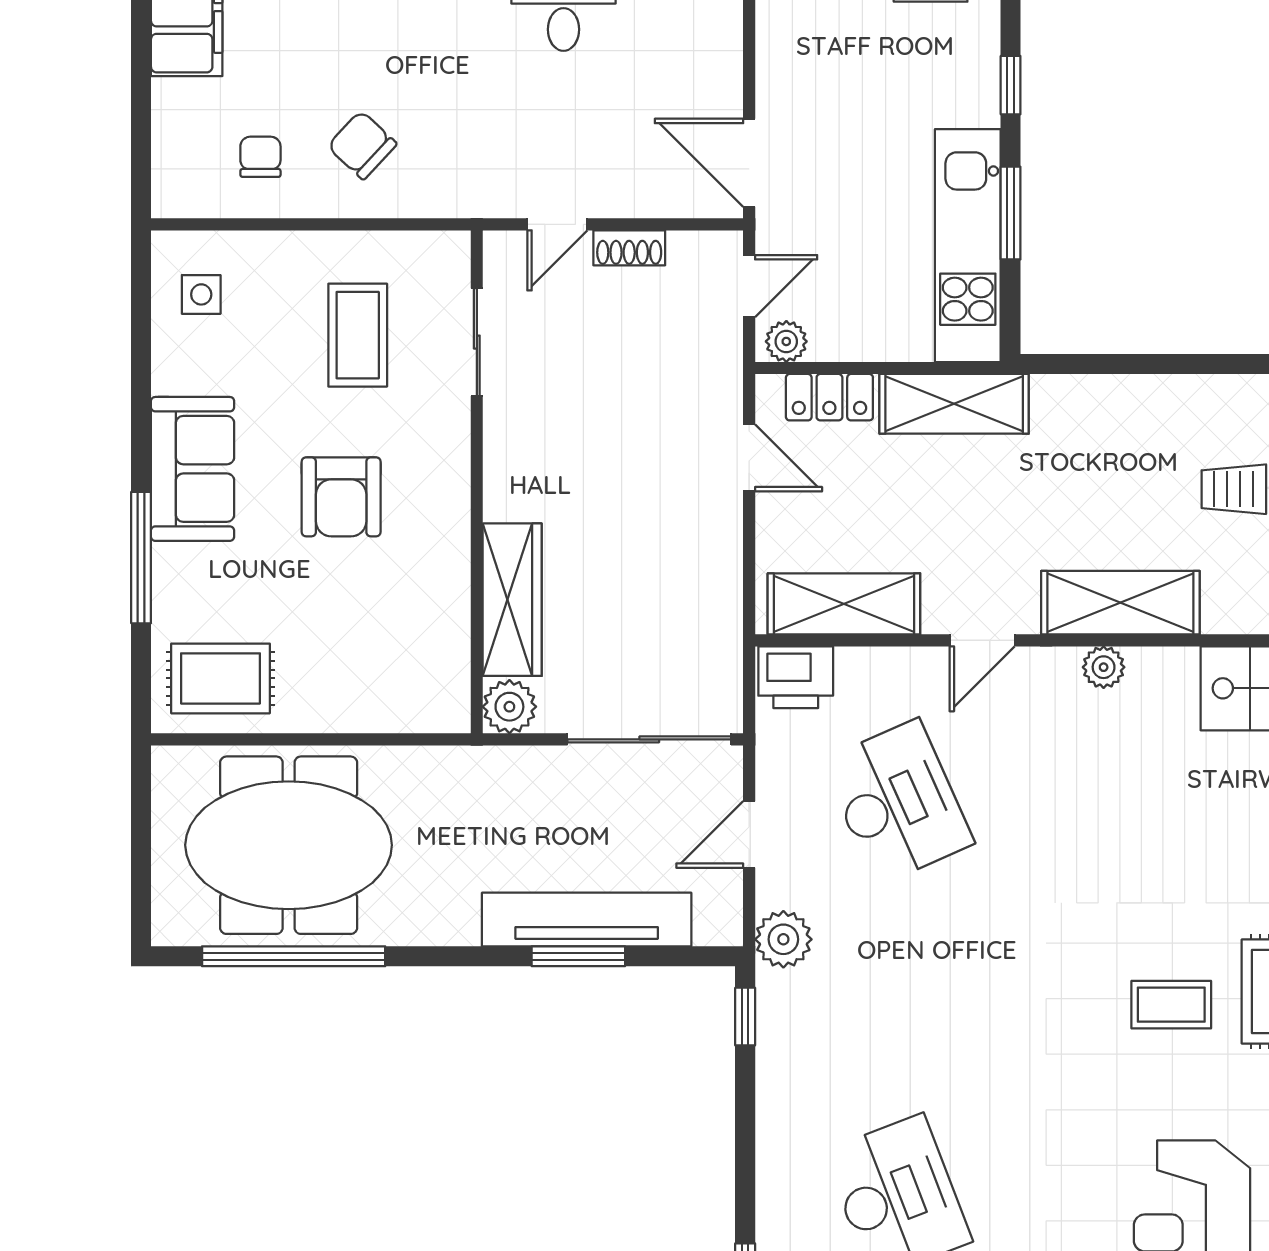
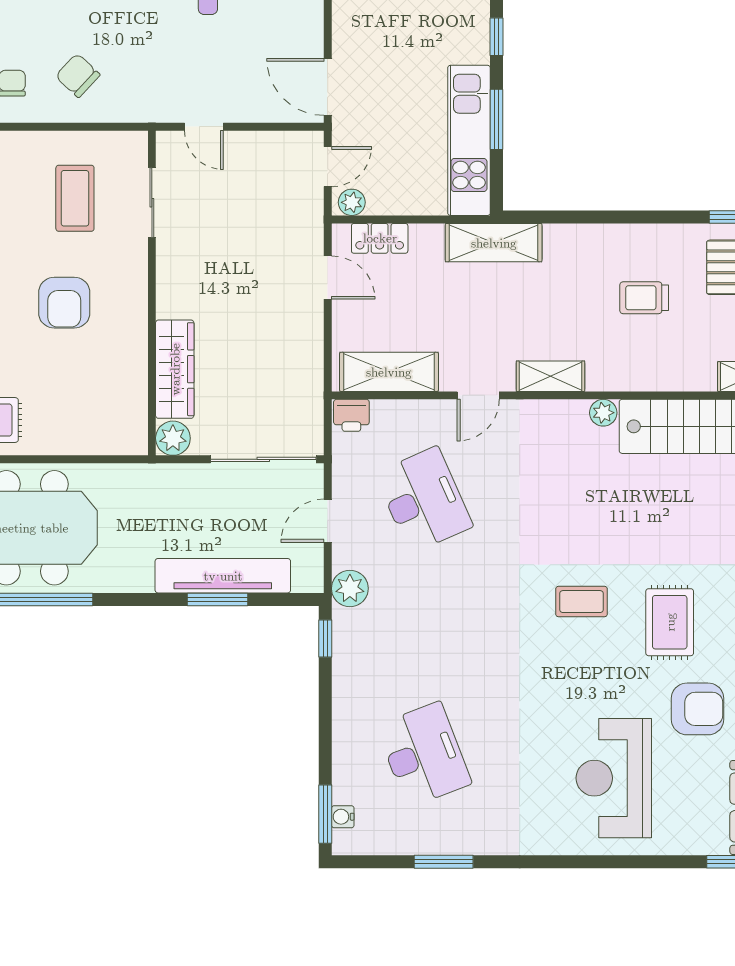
door: (557, 224) -> (204, 127), hinge flipped
shoe rack: (629, 248) -> (250, 142), removed
shelving: (954, 404) -> (494, 243), moved
shelving: (1120, 603) -> (550, 376), width x0.67, depth x0.75
plant: (1104, 667) -> (603, 413), moved
printer: (796, 677) -> (351, 415), width x0.73, depth x0.81
coffee table: (1171, 1005) -> (581, 602), moved

